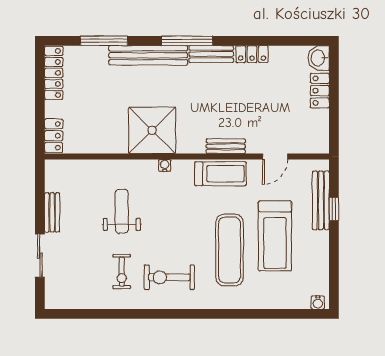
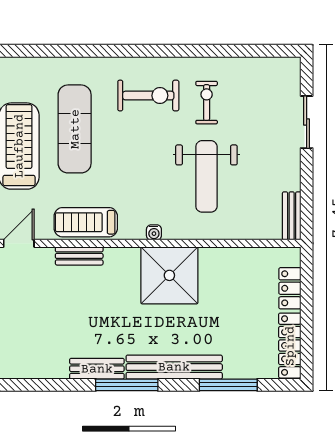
locker: (252, 54) -> (47, 369), removed
locker: (54, 136) -> (290, 288), moved
weight bench: (122, 211) -> (206, 176), width x1.36, depth x1.33
bench: (52, 212) -> (292, 216), moved

